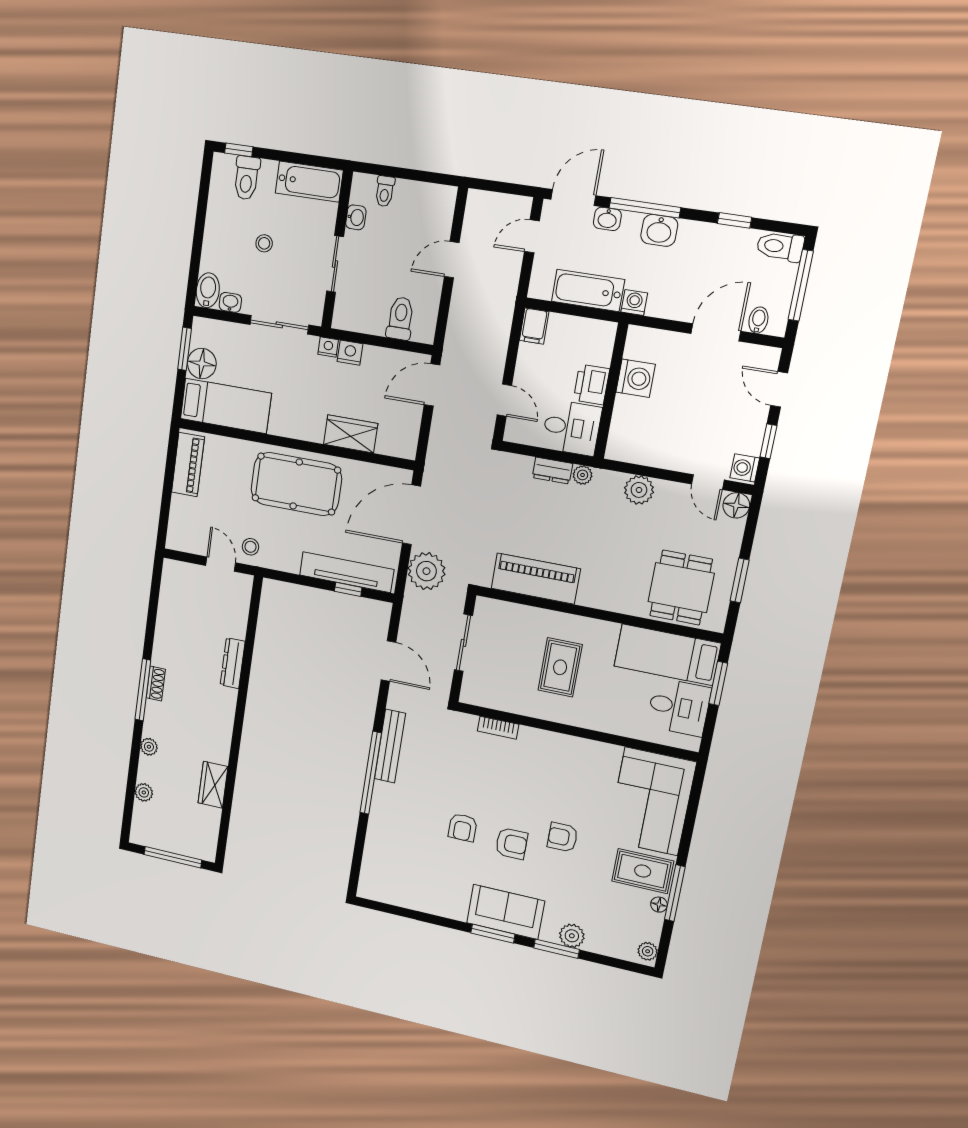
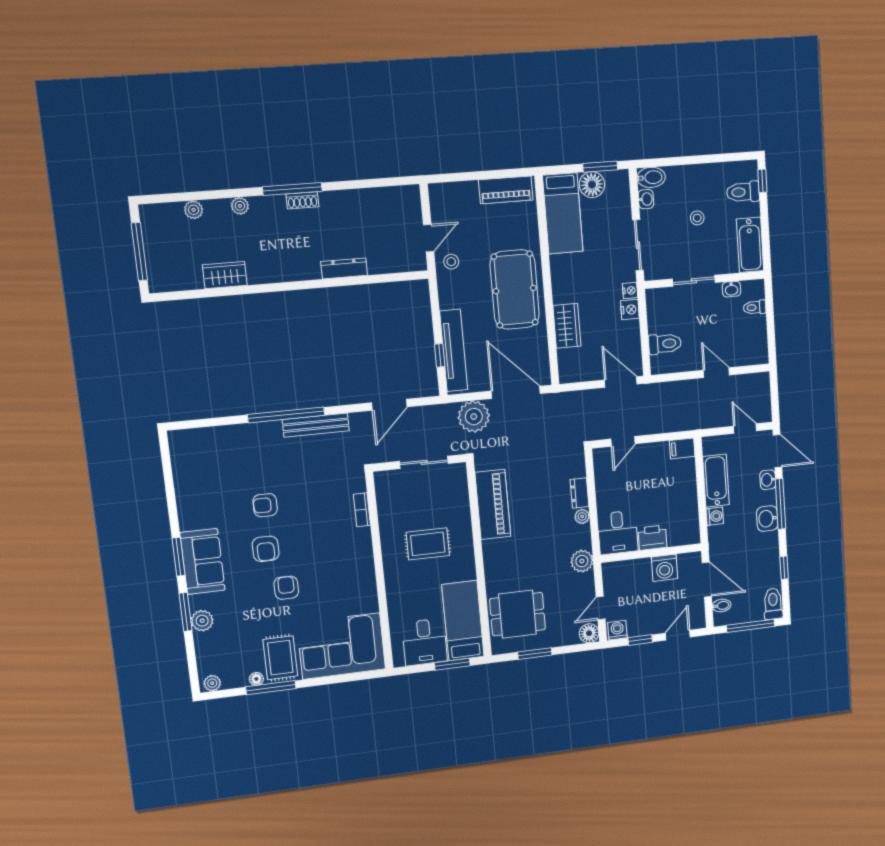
washing machine: (636, 378) -> (664, 568), moved
printer: (591, 385) -> (652, 538), moved
wall: (611, 391) -> (651, 553), moved
desk: (572, 428) -> (618, 533), moved

